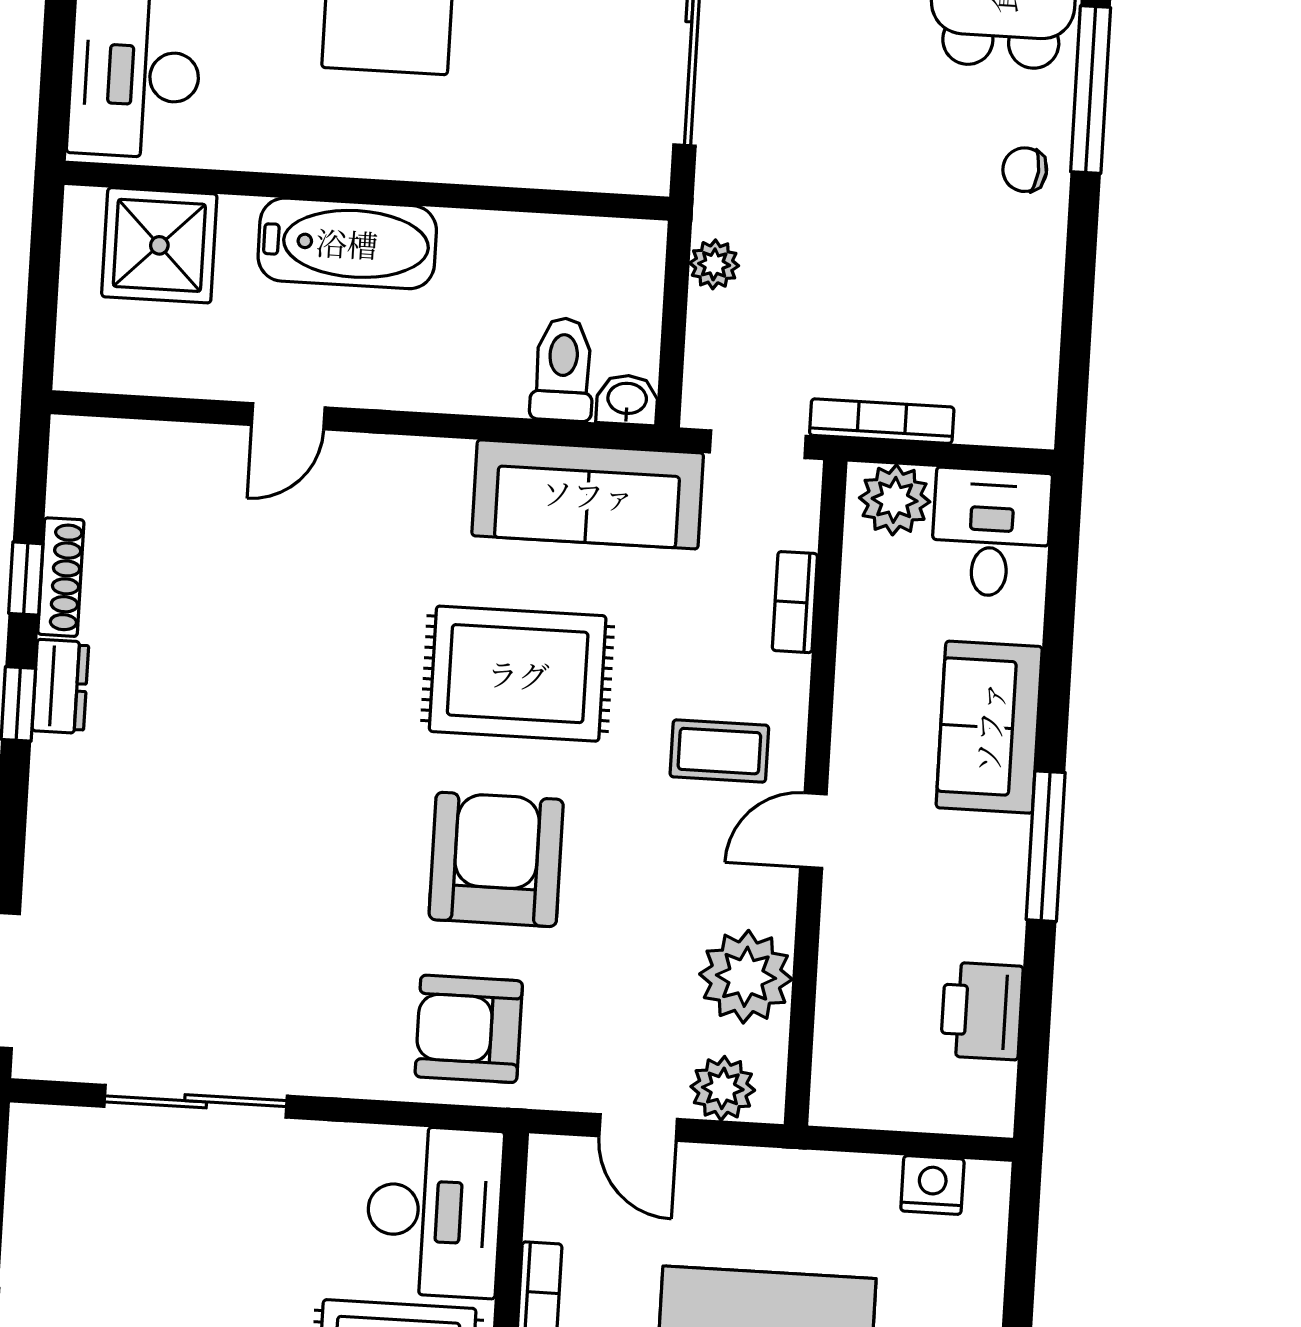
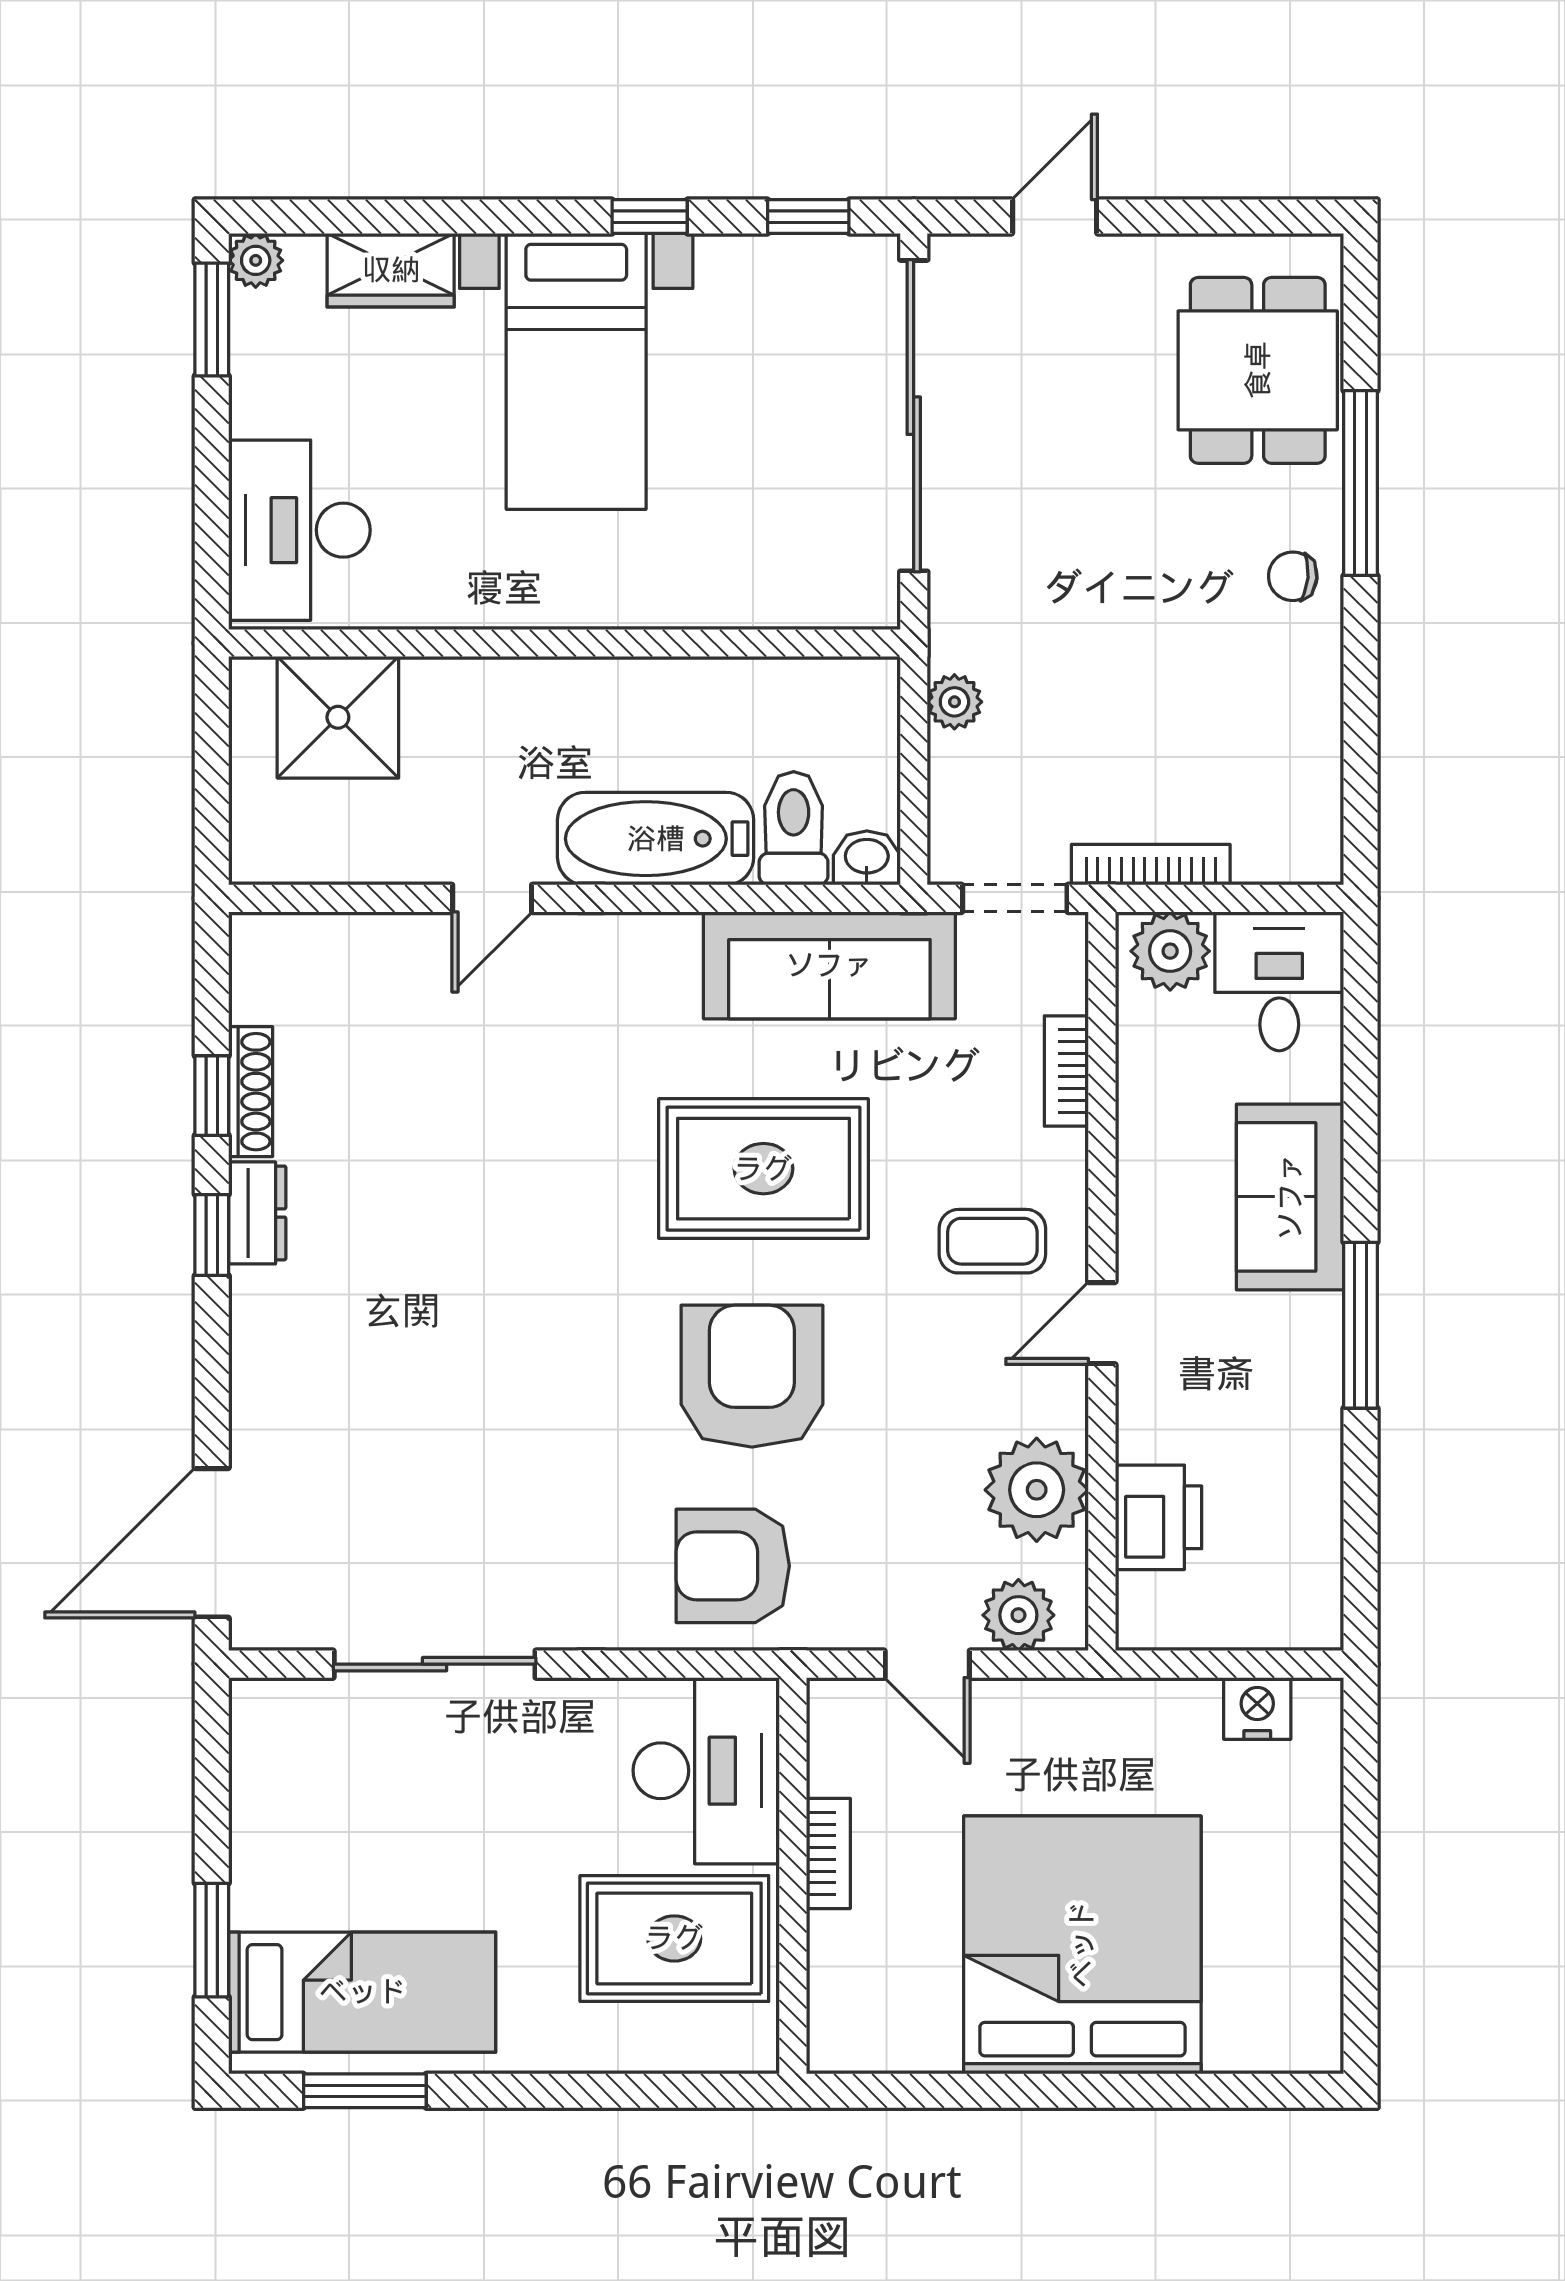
bathtub: (347, 243) -> (656, 839), moved, turned 180
printer: (982, 1011) -> (1158, 1517), moved, turned 180

